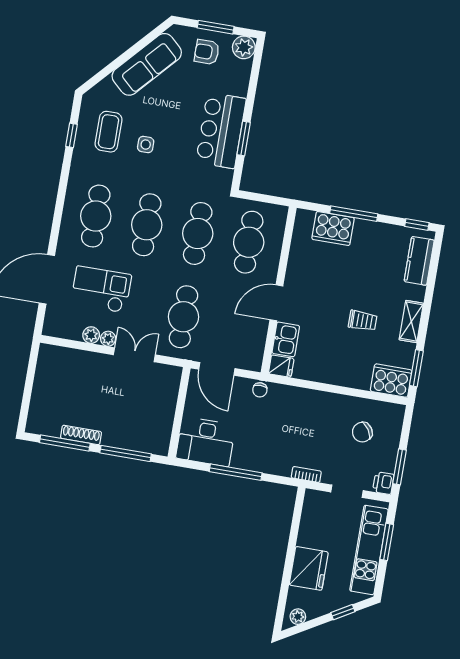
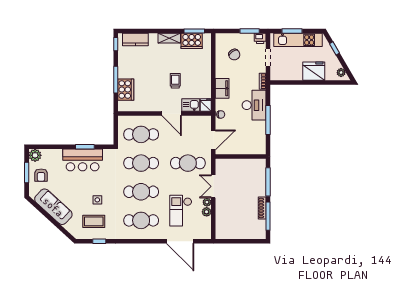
trolley: (363, 321) -> (175, 81), moved
cooker: (391, 381) -> (192, 41), moved, turned -90
filing cabinet: (306, 400) -> (222, 88), added
desk: (206, 442) -> (254, 105), moved

